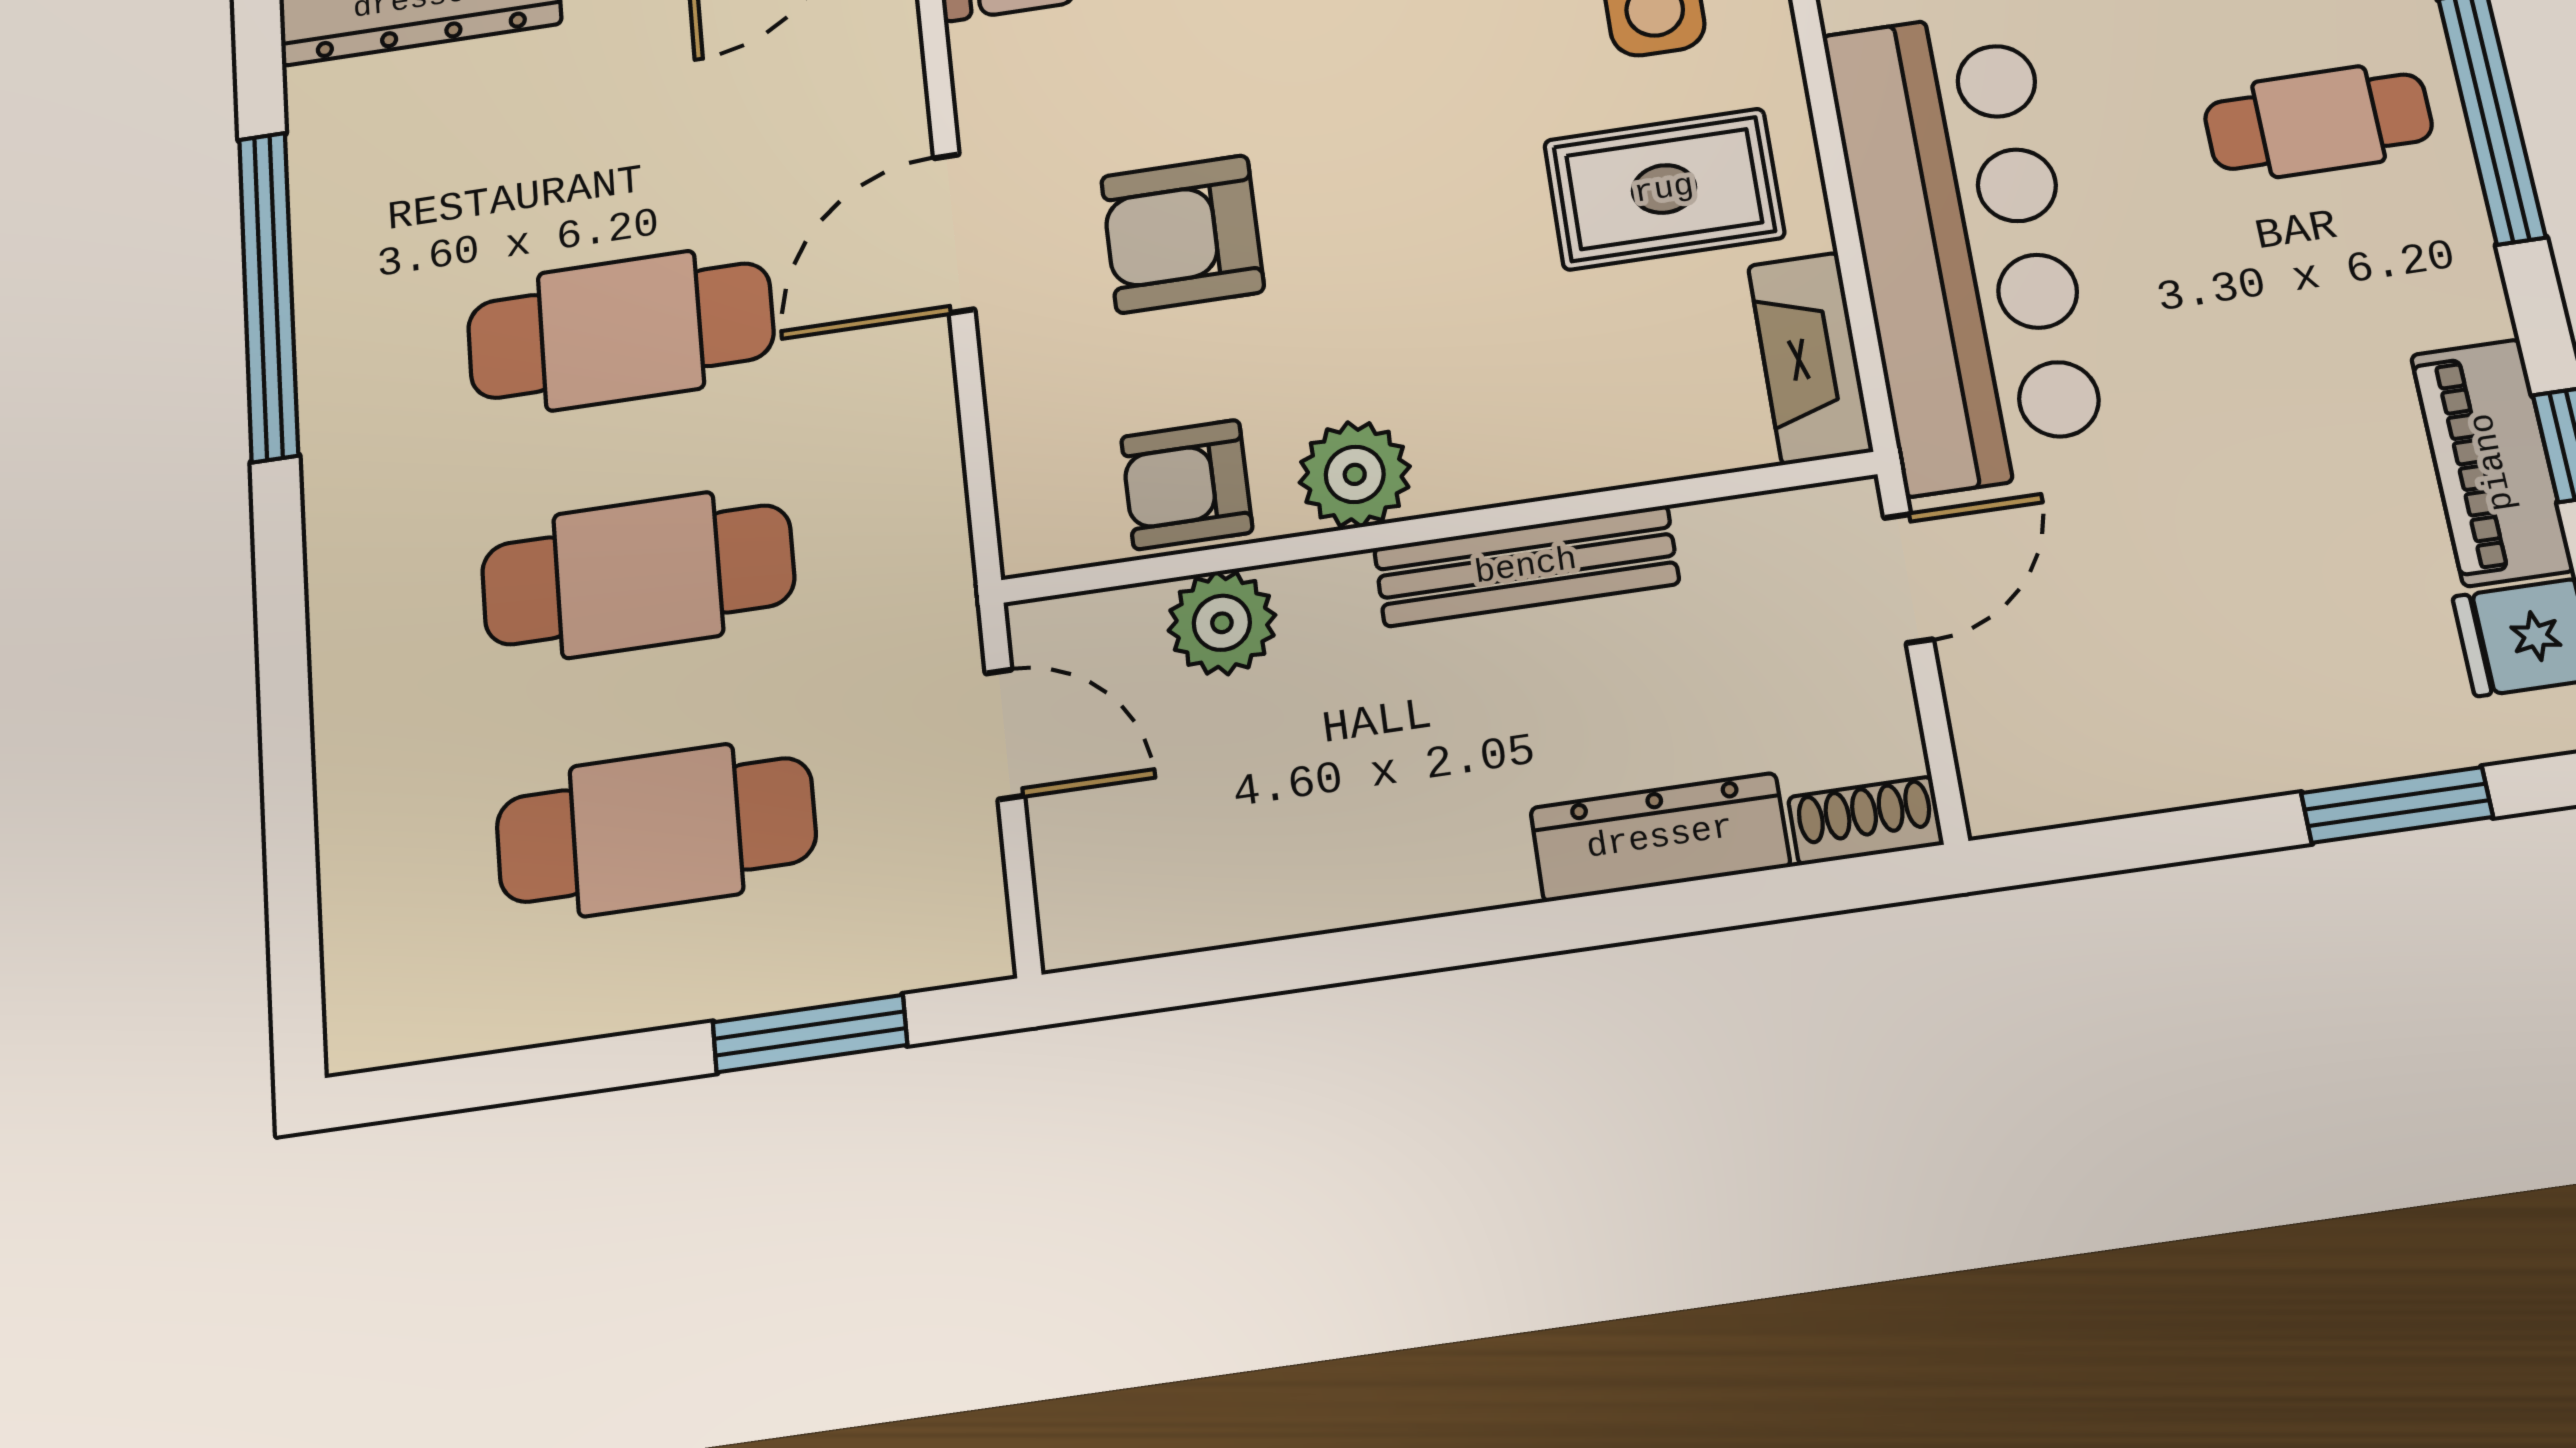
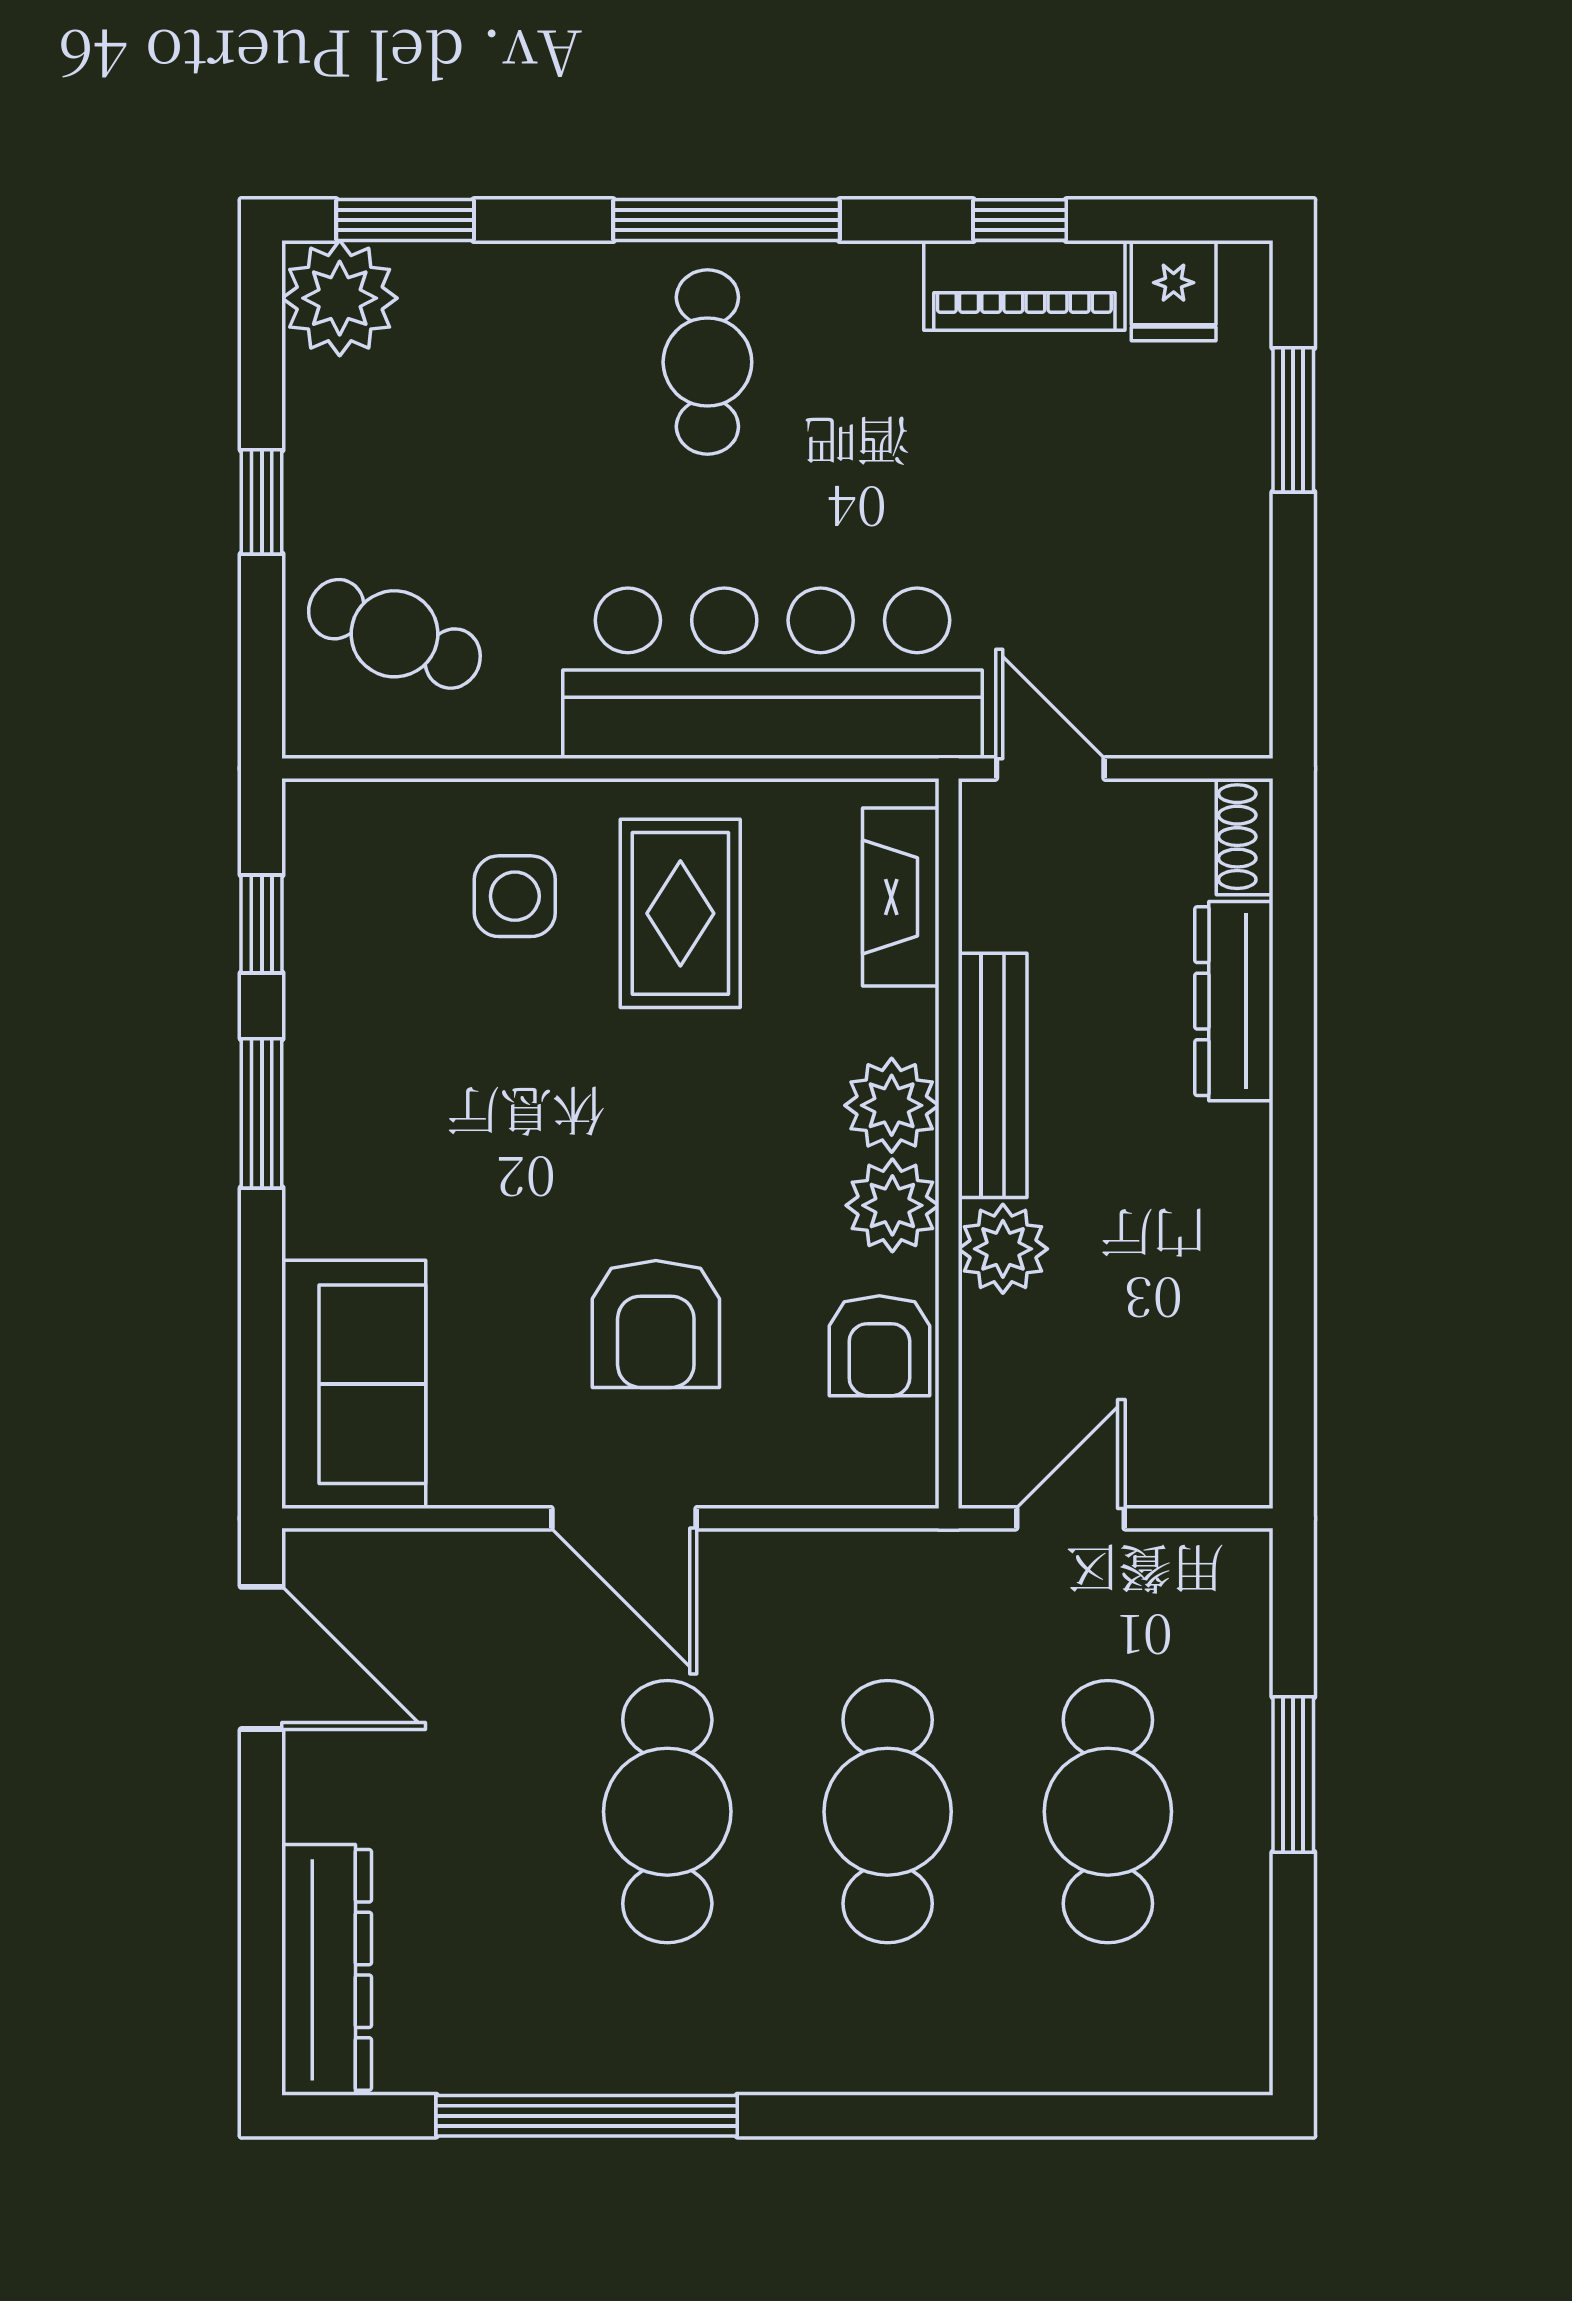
fireplace: (1810, 358) -> (901, 897), moved, turned 90
plant: (1474, 456) -> (892, 1105), added
plant: (1222, 623) -> (1003, 1249), moved
window: (810, 1034) -> (1293, 1774), moved

